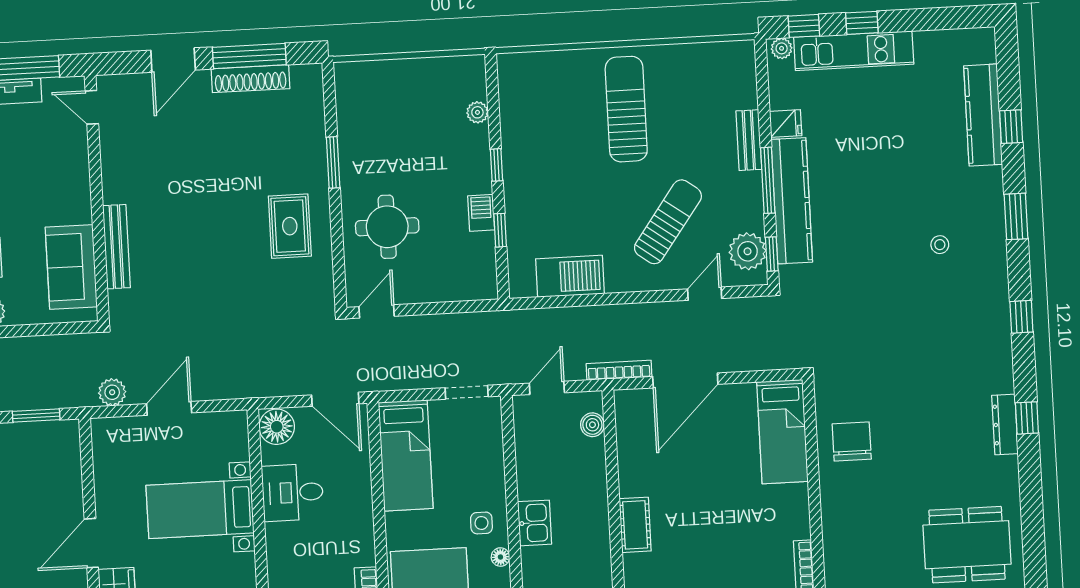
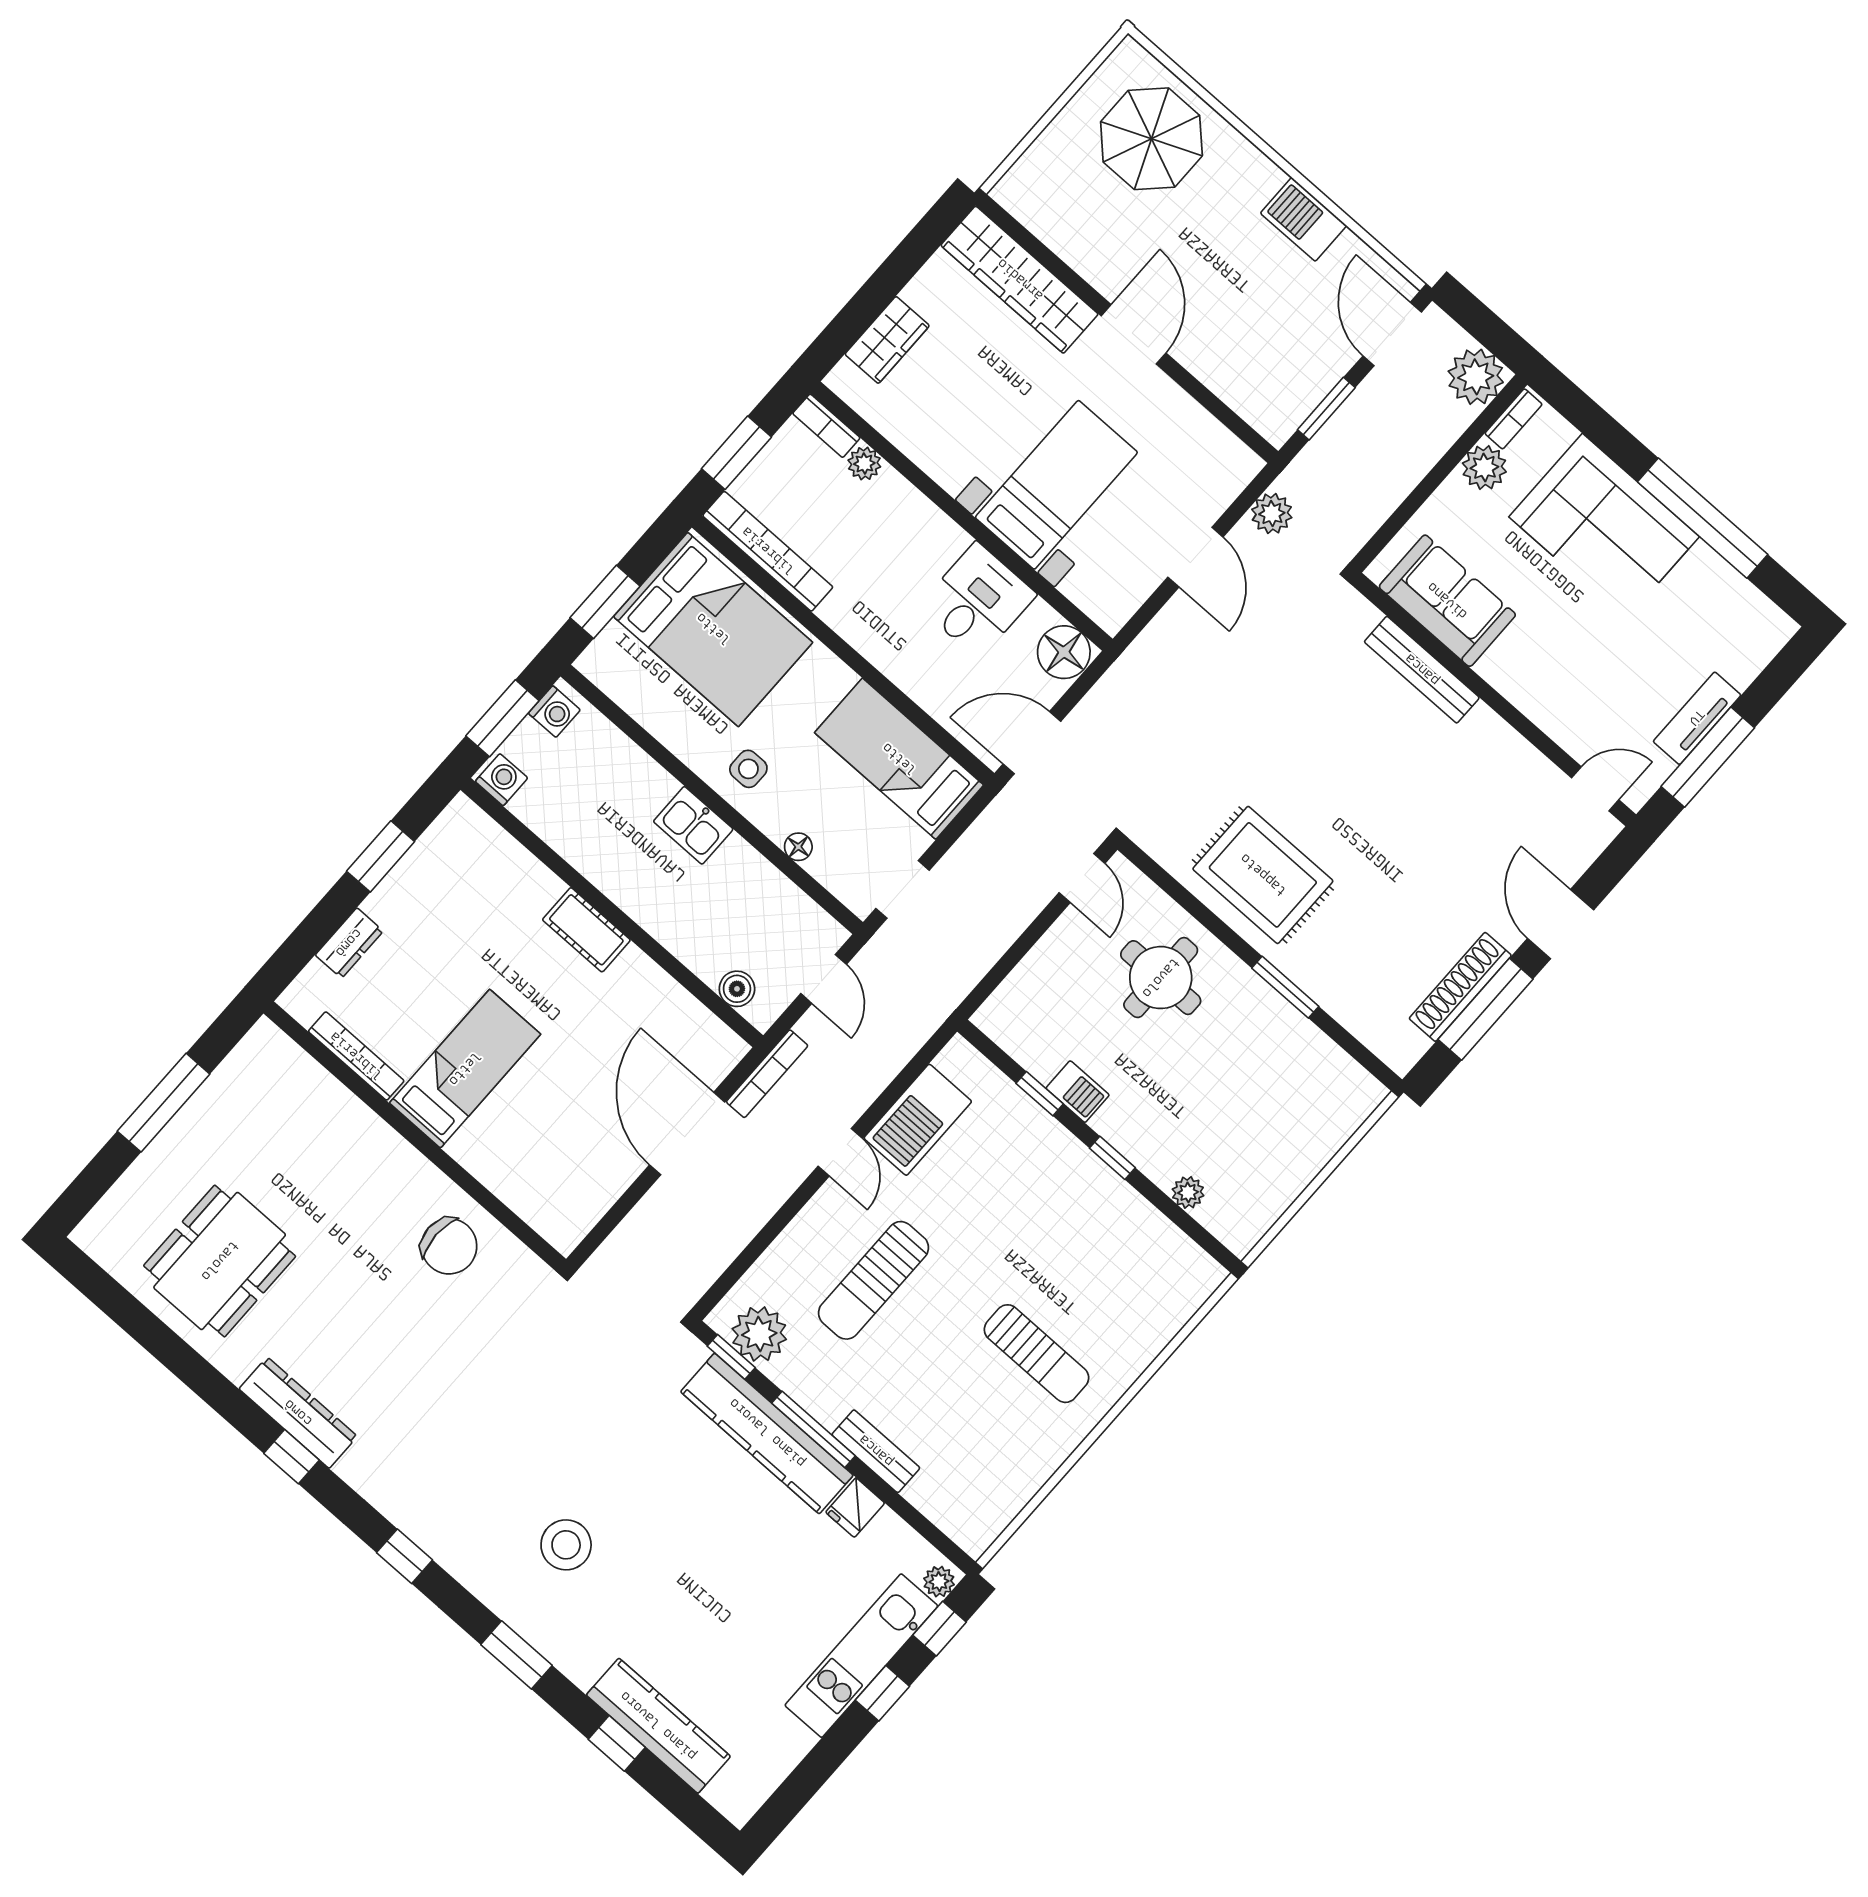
sun lounger: (626, 109) -> (1036, 1354), width x0.73, depth x0.75
sun lounger: (668, 222) -> (874, 1280), turned 54
rug: (290, 226) -> (1263, 875), width x1.36, depth x1.43
stool: (940, 245) -> (566, 1545), width x1.89, depth x1.89
door: (705, 294) -> (840, 1152), moved
dresser: (1005, 424) -> (298, 1413), width x1.37, depth x1.24
bed: (782, 432) -> (465, 1069), moved, turned 90
floor lamp: (500, 557) -> (798, 847), moved

